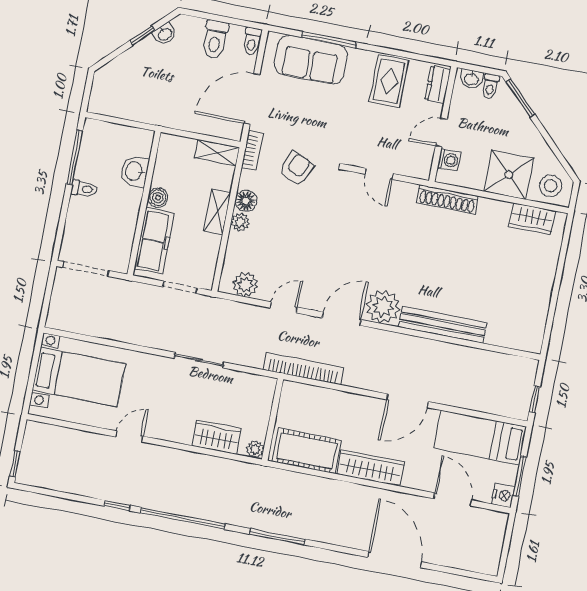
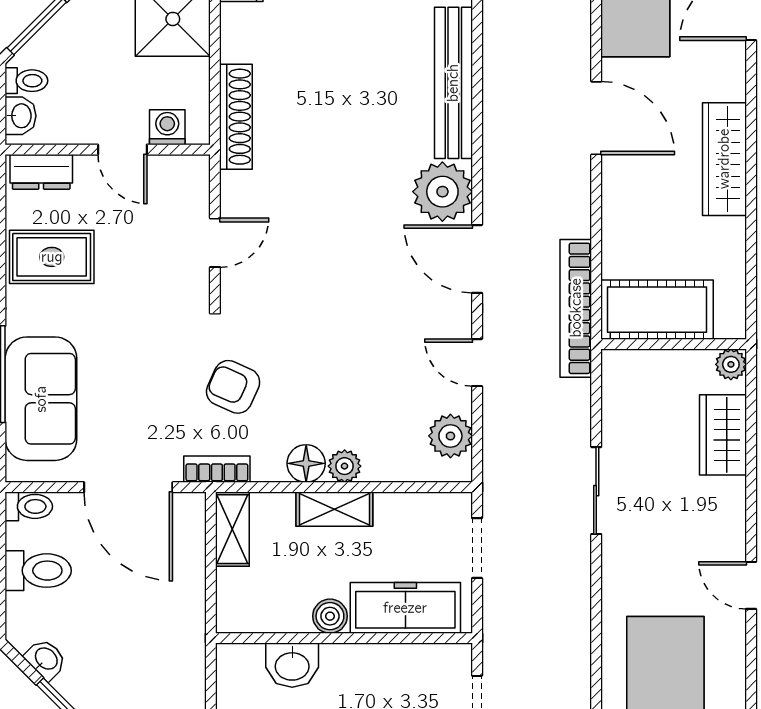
cot: (307, 451) -> (657, 310), moved, turned 90

